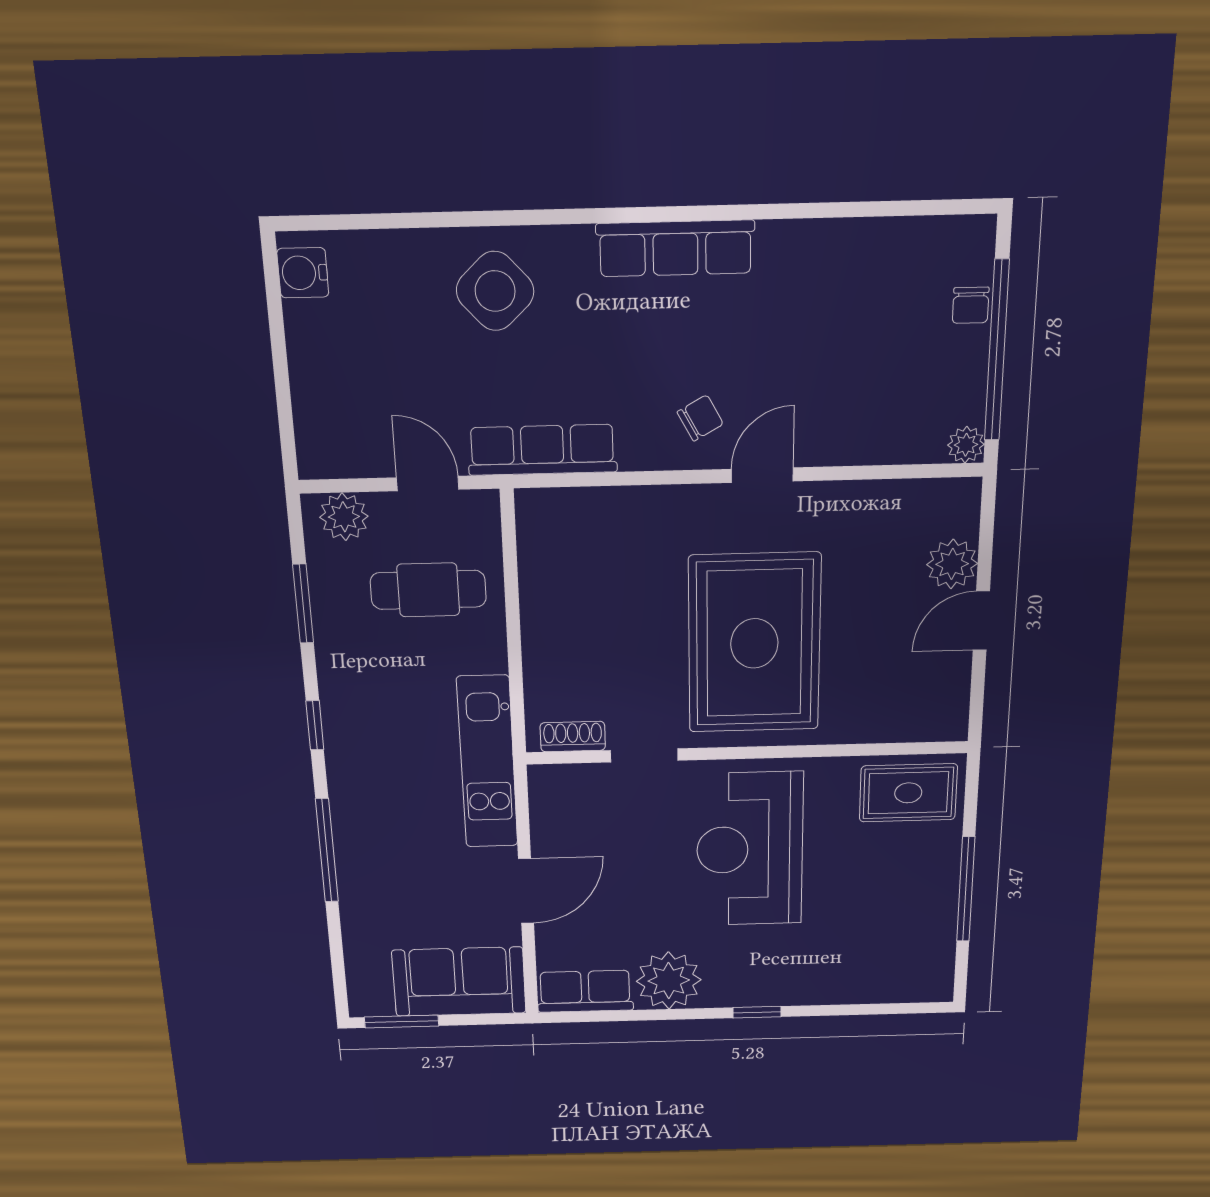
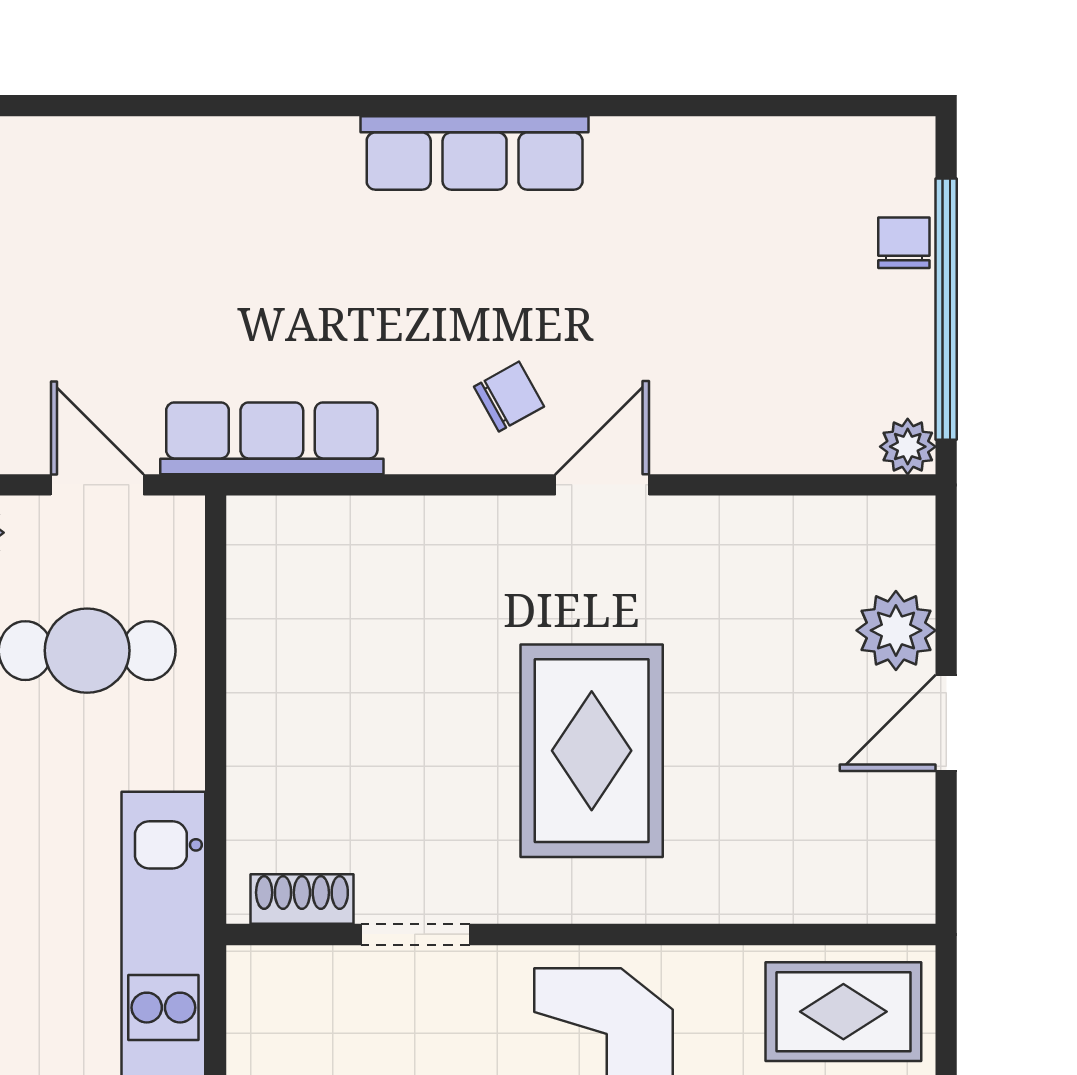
side table: (495, 291) -> (213, 206), removed
chair: (971, 305) -> (904, 243), turned 180
rug: (754, 643) -> (592, 751), width x0.73, depth x0.69

